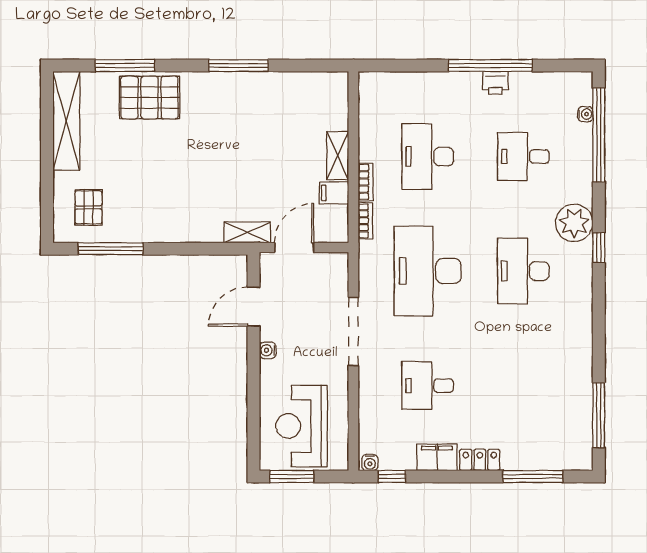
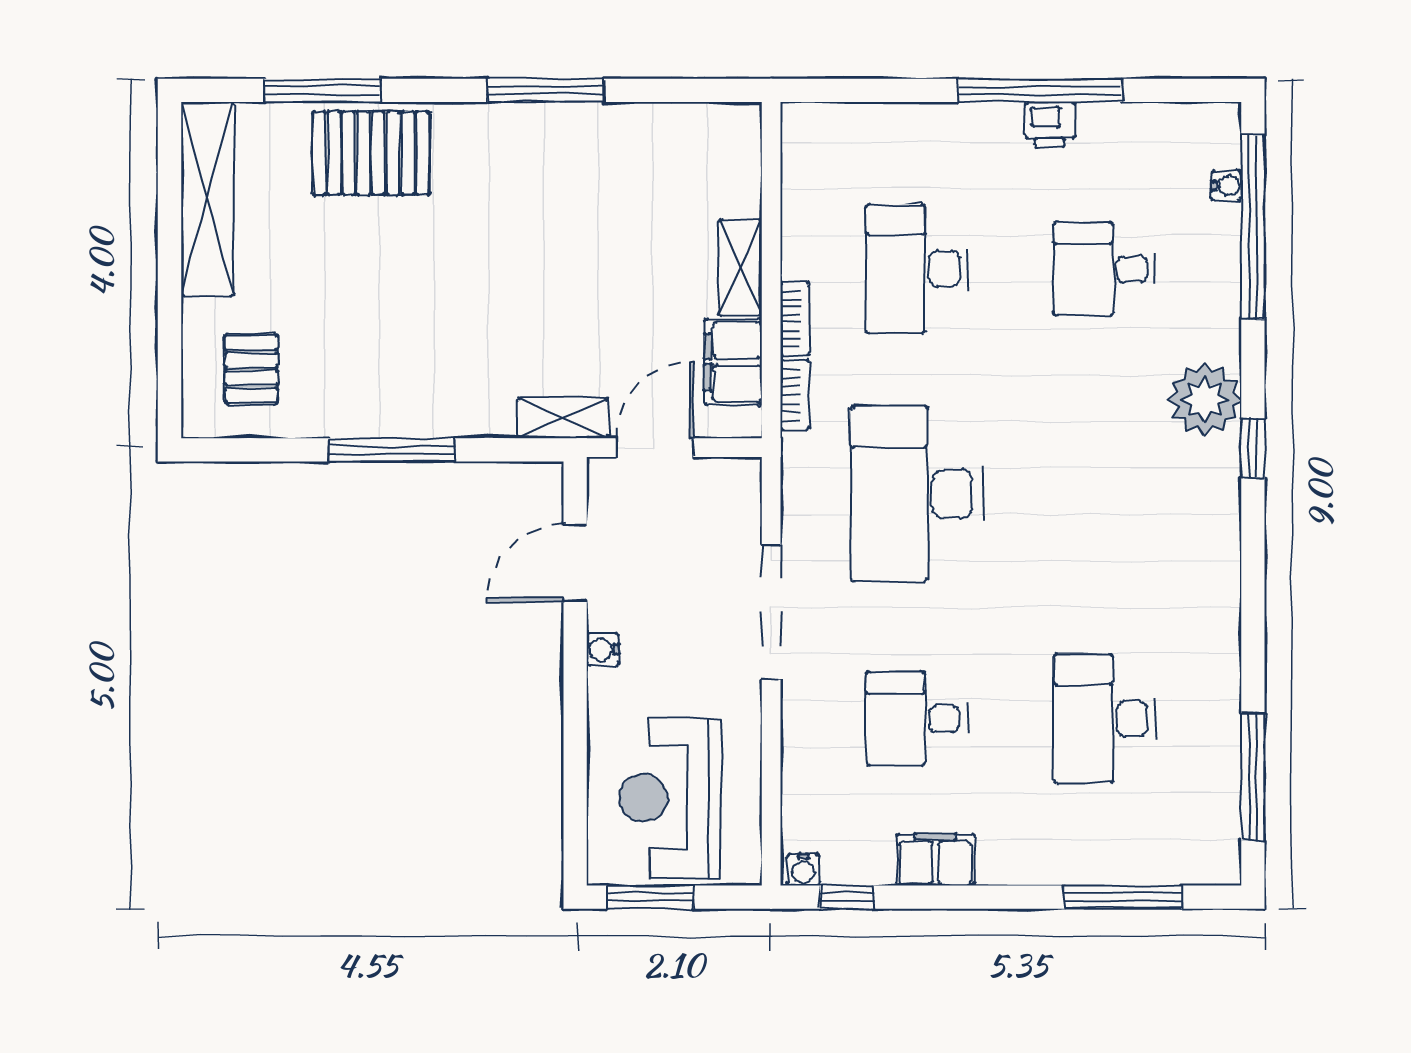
filing cabinet: (334, 193) -> (733, 362), width x2.00
window: (110, 249) -> (392, 450), moved
desk: (523, 271) -> (1105, 719), moved
locker: (480, 460) -> (1019, 865), removed

